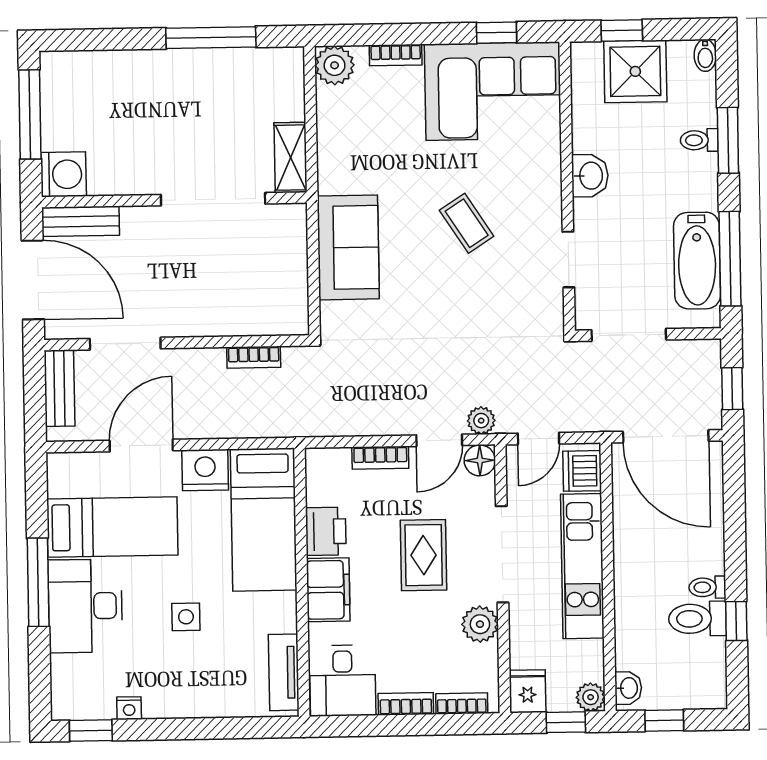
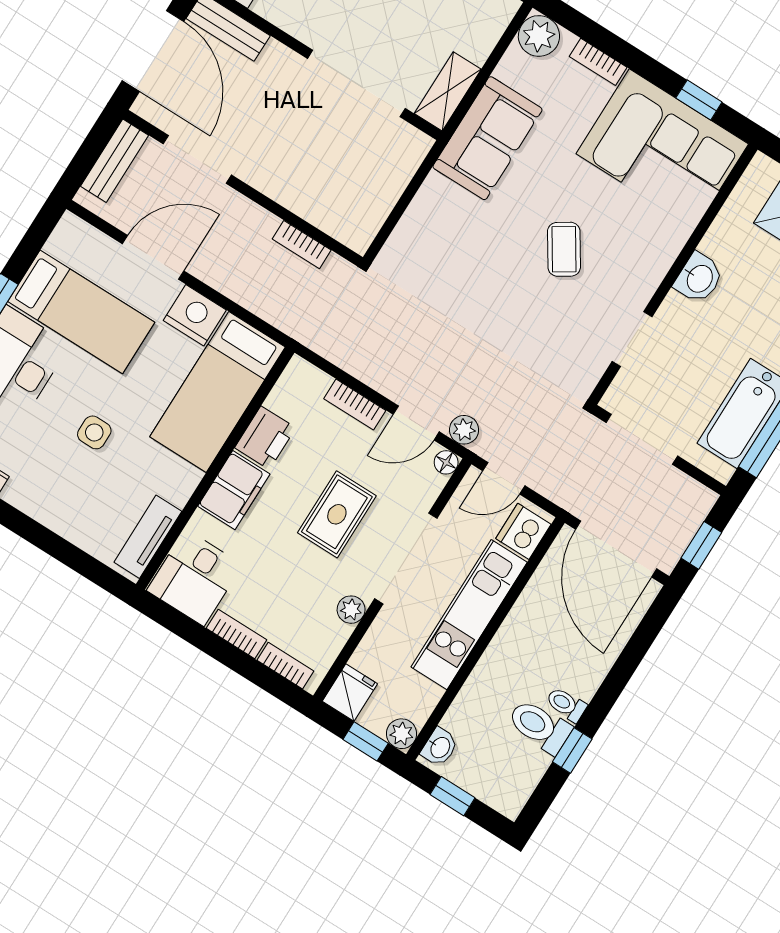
sofa: (348, 247) -> (487, 138), moved
floor lamp: (480, 460) -> (446, 462), width x0.73, depth x0.73
plant: (480, 624) -> (351, 610), width x0.73, depth x0.73

